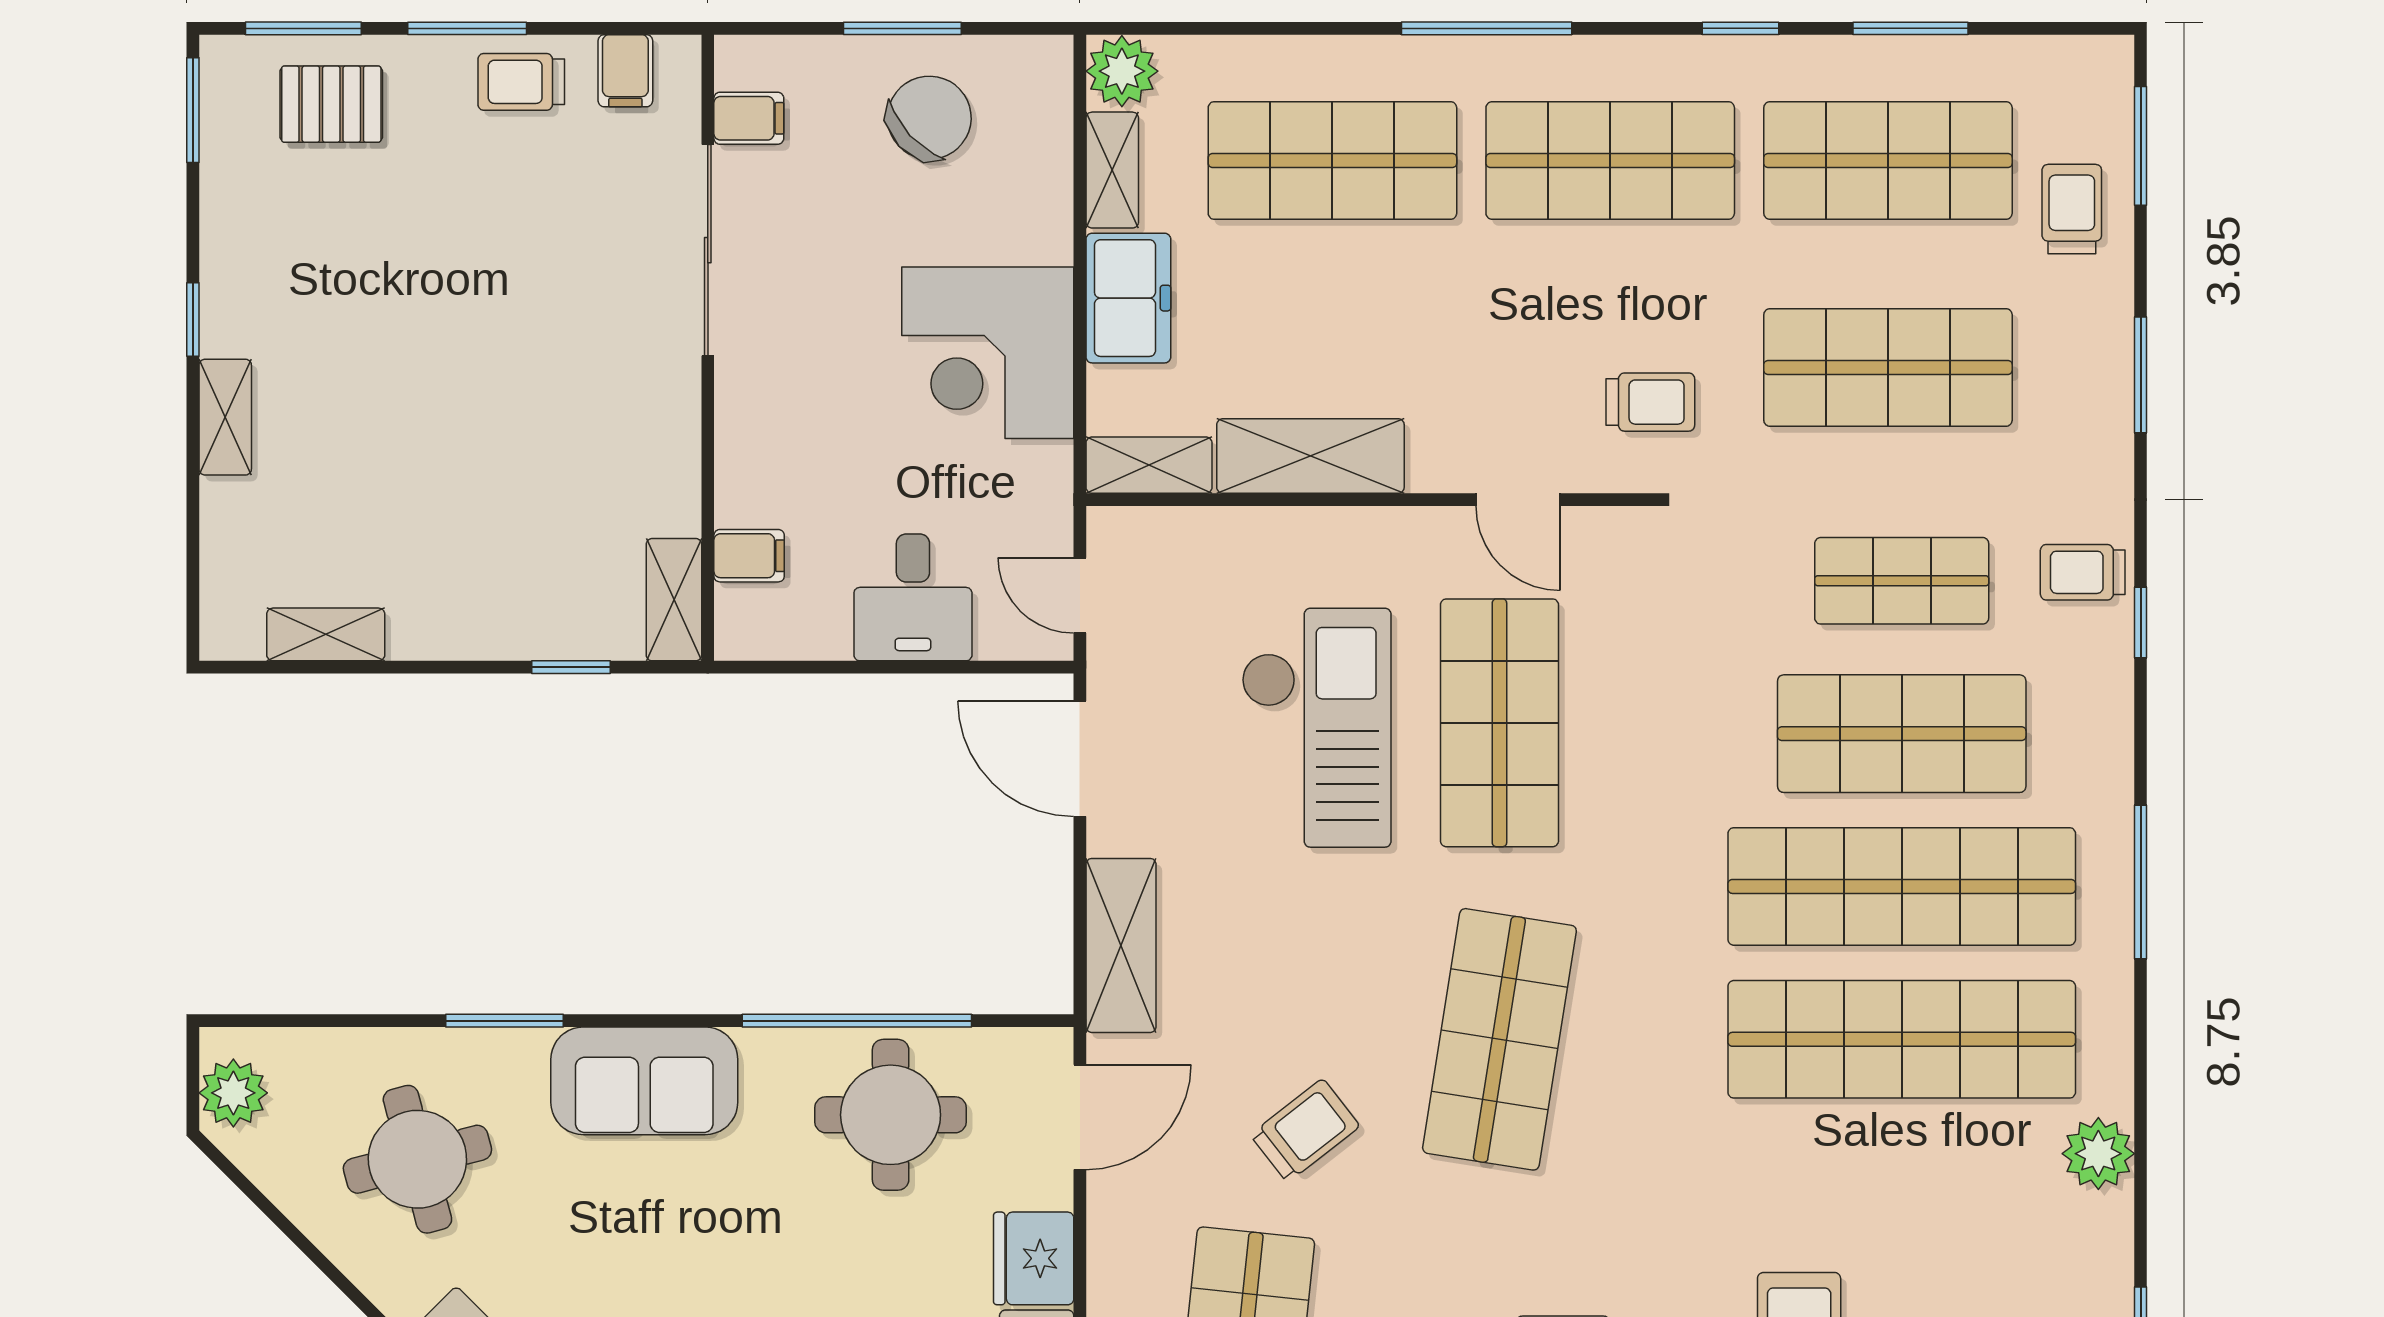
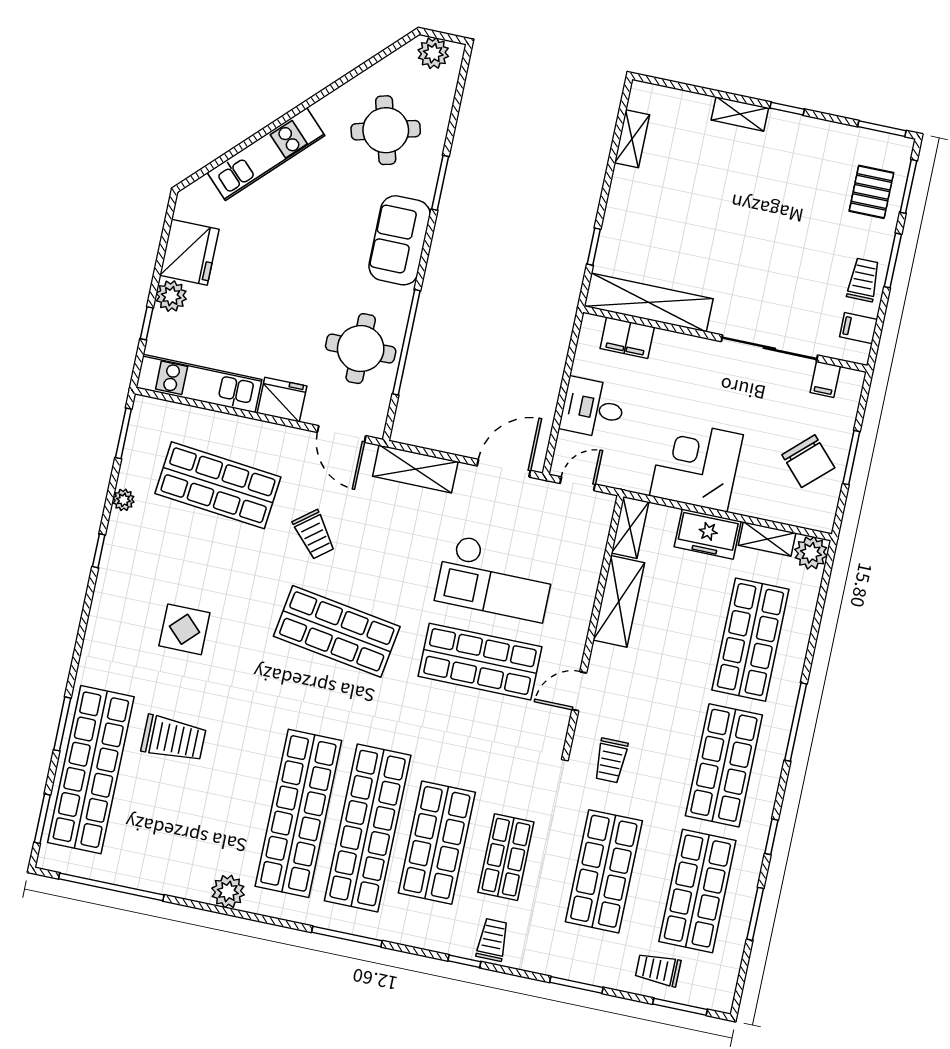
trolley: (2072, 209) -> (658, 970), turned 180
filing cabinet: (749, 556) -> (627, 338), width x2.00
shelving: (674, 600) -> (649, 303), width x2.20, depth x1.33

